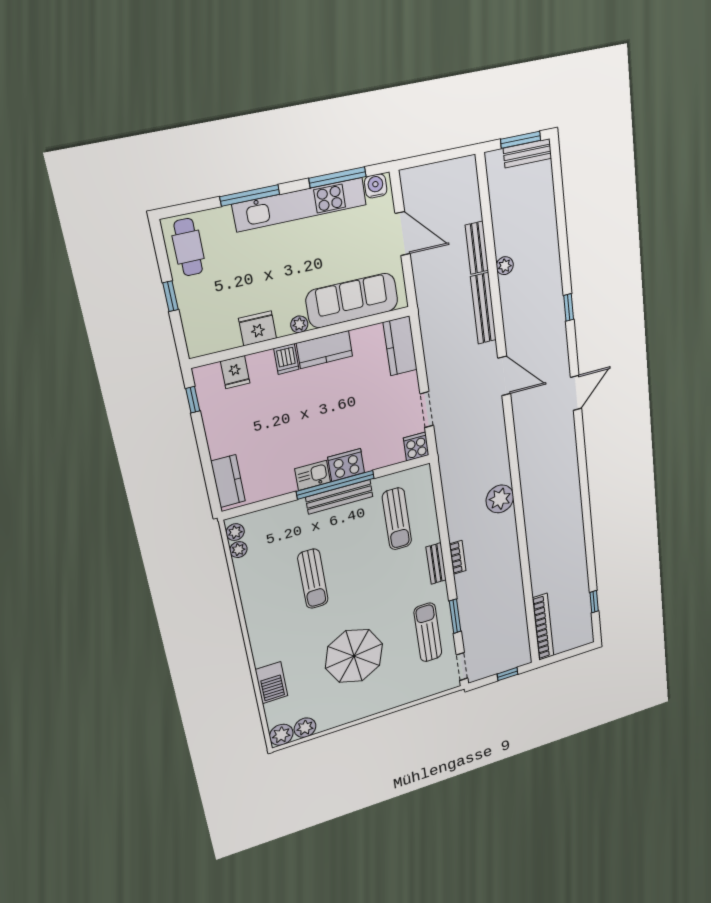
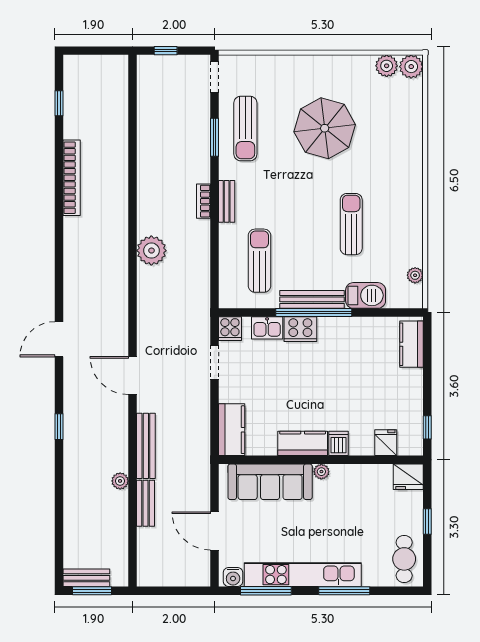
fridge: (258, 328) -> (408, 477), moved
kitchen sink: (313, 475) -> (267, 328), moved
plant: (235, 532) -> (415, 293), removed
bookcase: (543, 627) -> (72, 178), moved, turned 180
barbecue: (272, 683) -> (366, 295), moved, turned 90

